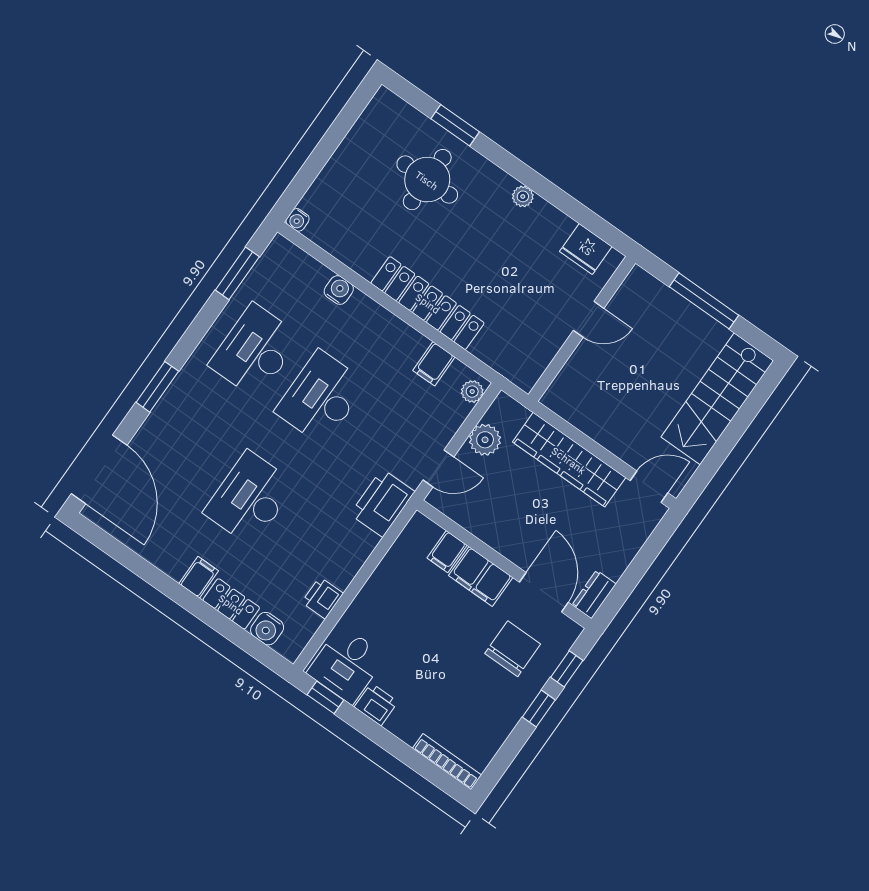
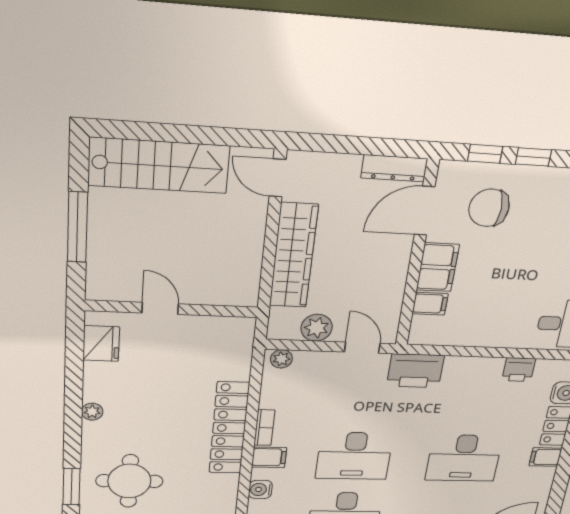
bookcase: (407, 334) -> (264, 428), added
filing cabinet: (434, 364) -> (269, 457), moved
dresser: (594, 594) -> (394, 168), width x1.44

